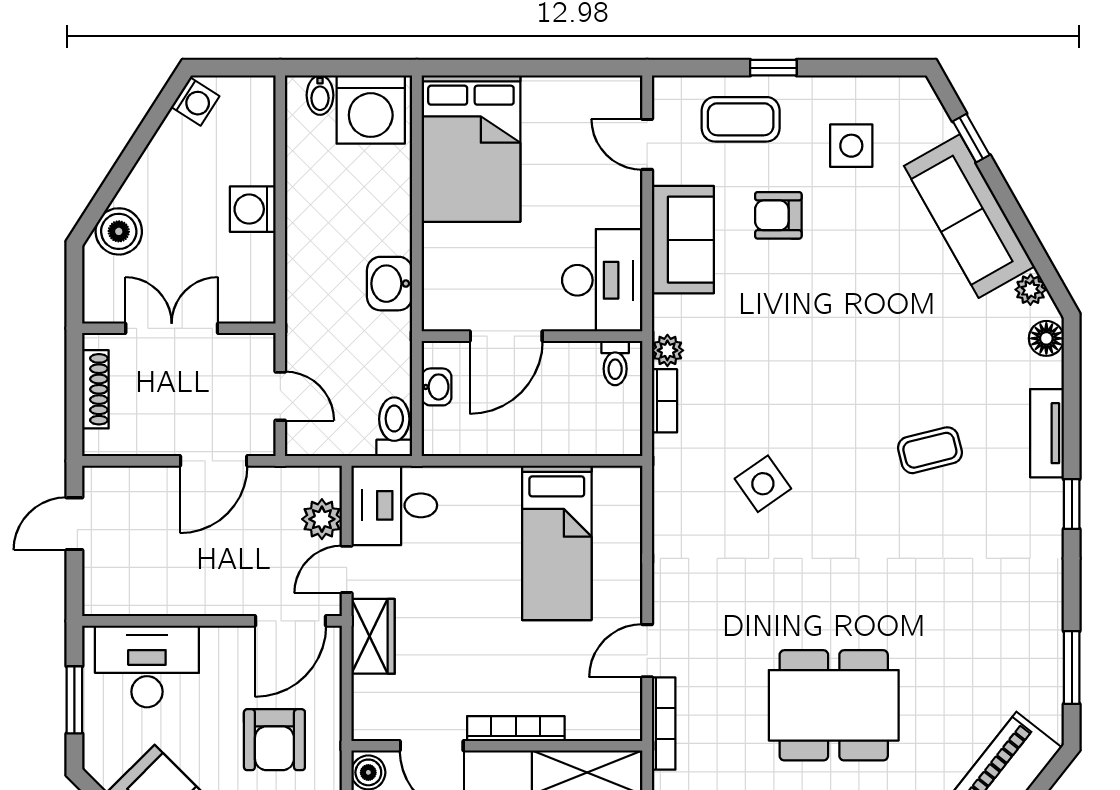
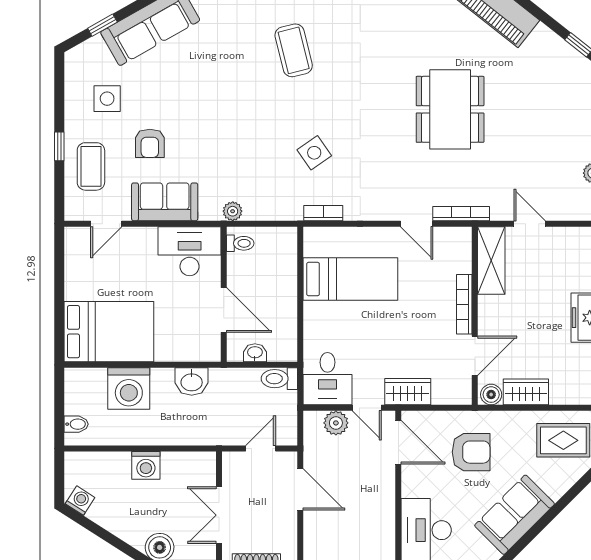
washing machine: (371, 110) -> (129, 389), moved, turned 90
bookcase: (664, 401) -> (323, 213), moved
coffee table: (930, 450) -> (294, 50), width x1.36, depth x1.30

